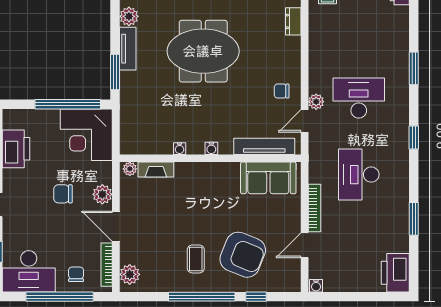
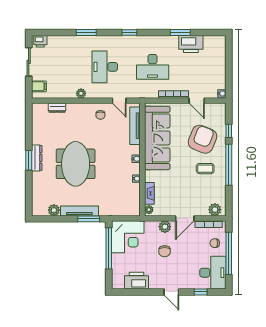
tv unit: (128, 49) -> (79, 211), width x1.41
plant: (316, 102) -> (81, 93), moved
sofa: (268, 178) -> (157, 138), width x1.85, depth x1.27
printer: (395, 273) -> (191, 44), moved

